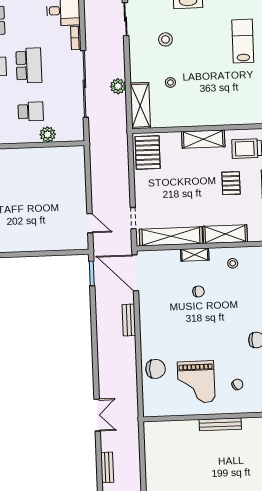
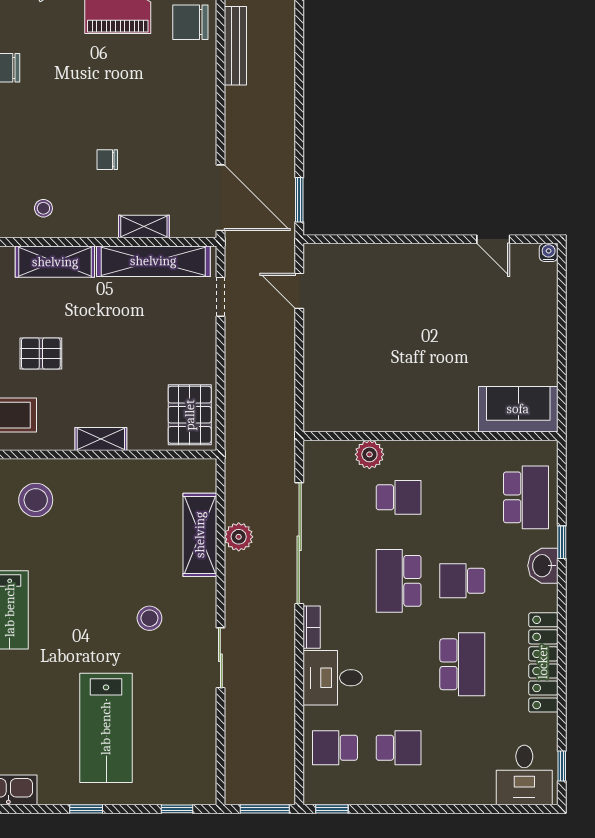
stool: (170, 83) -> (36, 500), moved, width x1.89, depth x1.89
shelving: (140, 106) -> (200, 535), moved
school desk: (31, 111) -> (399, 497), turned 180
shelving: (203, 139) -> (101, 439), width x0.67, depth x0.75
pallet: (231, 183) -> (41, 353), turned 90
shelving: (195, 255) -> (144, 227), moved
bench: (129, 320) -> (235, 46), moved, width x1.36

